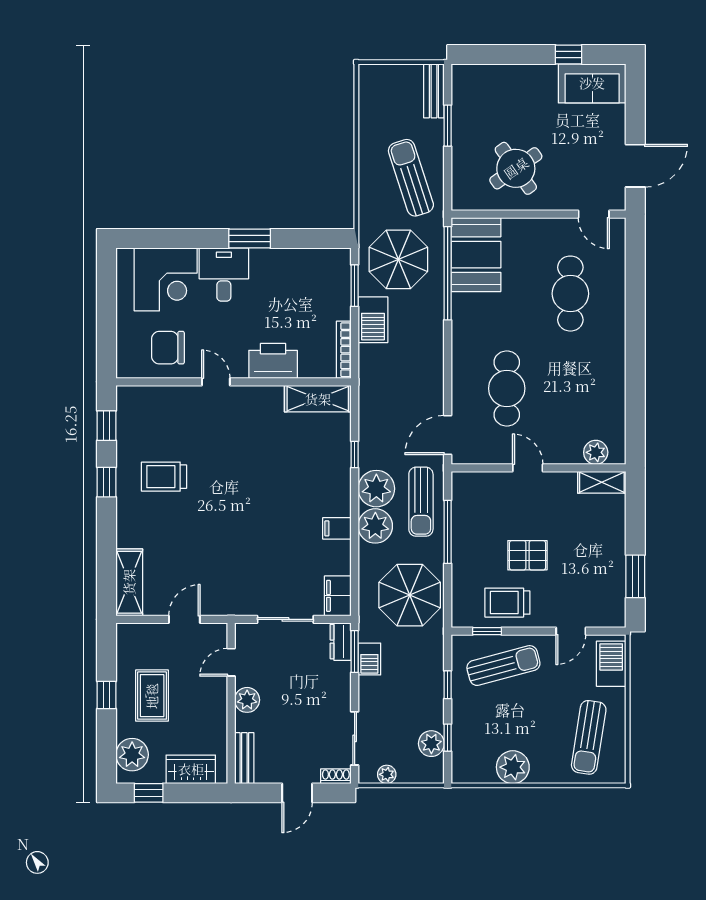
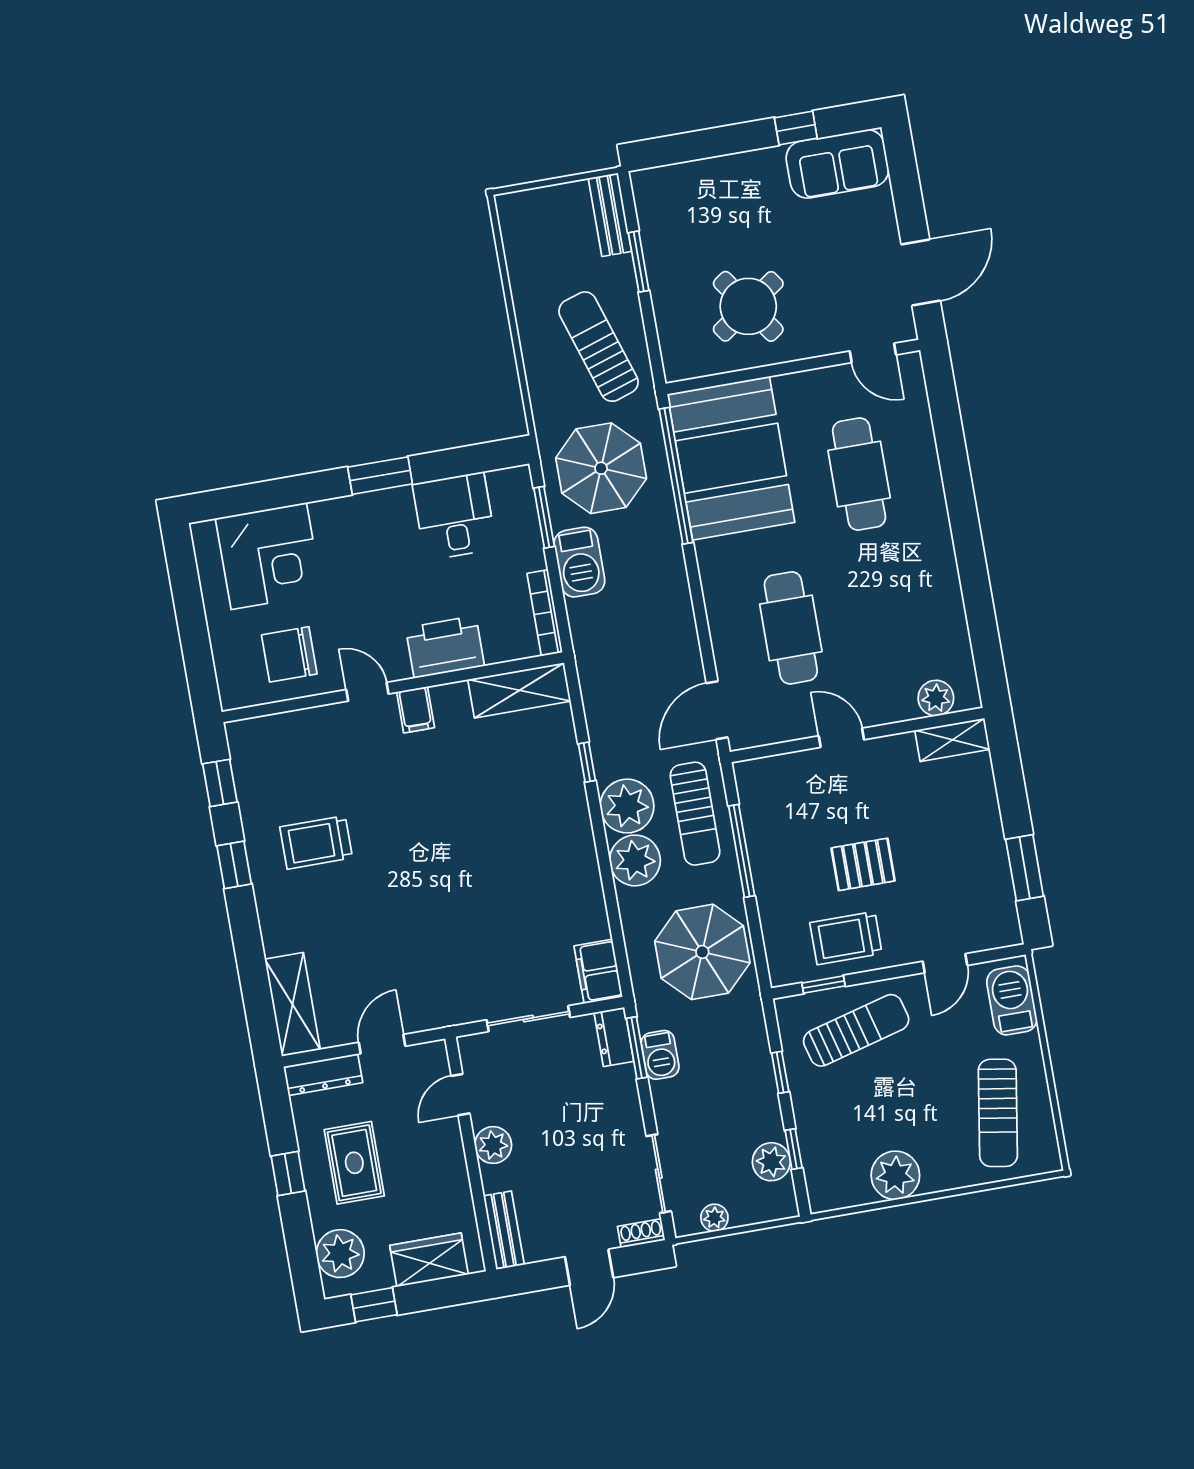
booth: (476, 255) -> (731, 458), width x1.36, depth x1.42
desk: (224, 275) -> (454, 516), moved
filing cabinet: (337, 528) -> (416, 710), moved, turned -90
dresser: (141, 633) -> (323, 1075), added

